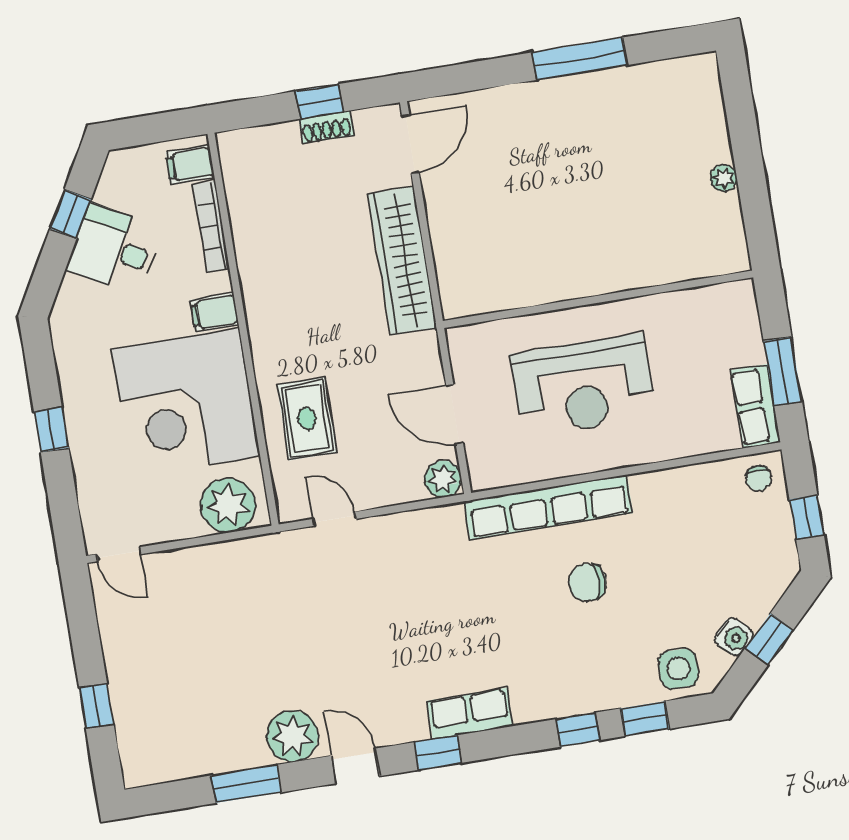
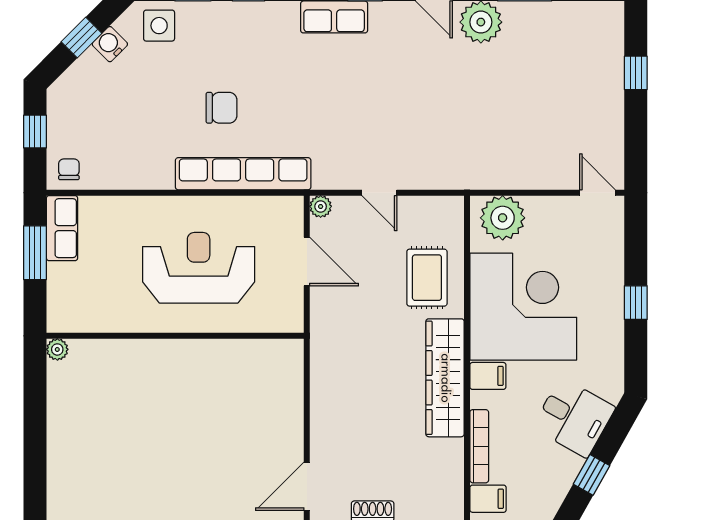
plant: (724, 178) -> (57, 349), moved
desk: (114, 249) -> (574, 417), moved
wardrobe: (402, 261) -> (445, 378), moved, turned 180
plant: (443, 479) -> (321, 206), width x0.73, depth x0.73
door: (334, 519) -> (379, 193), moved

